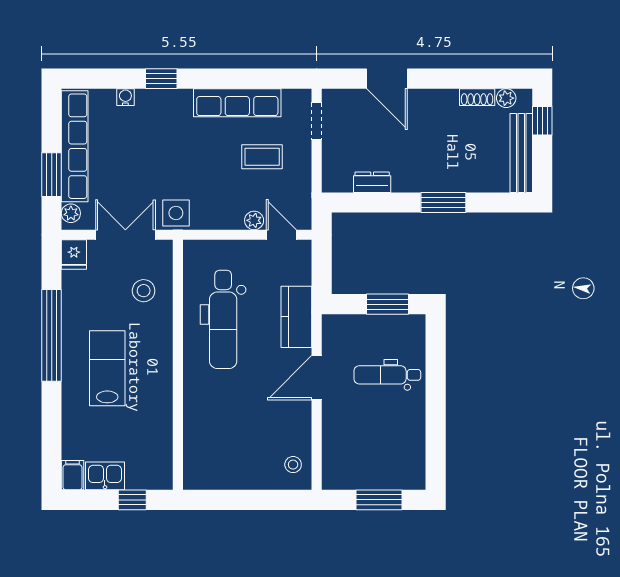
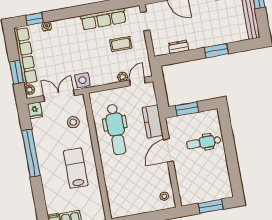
window: (161, 79) -> (35, 19), moved
door: (281, 235) -> (138, 82), hinge flipped
window: (387, 304) -> (187, 109), moved
lab bench: (107, 368) -> (76, 168), moved

